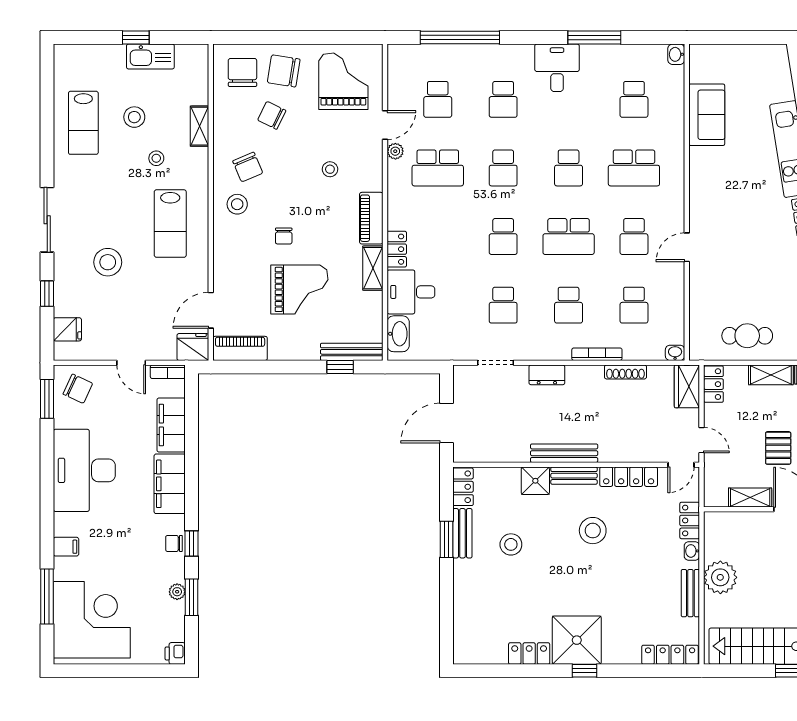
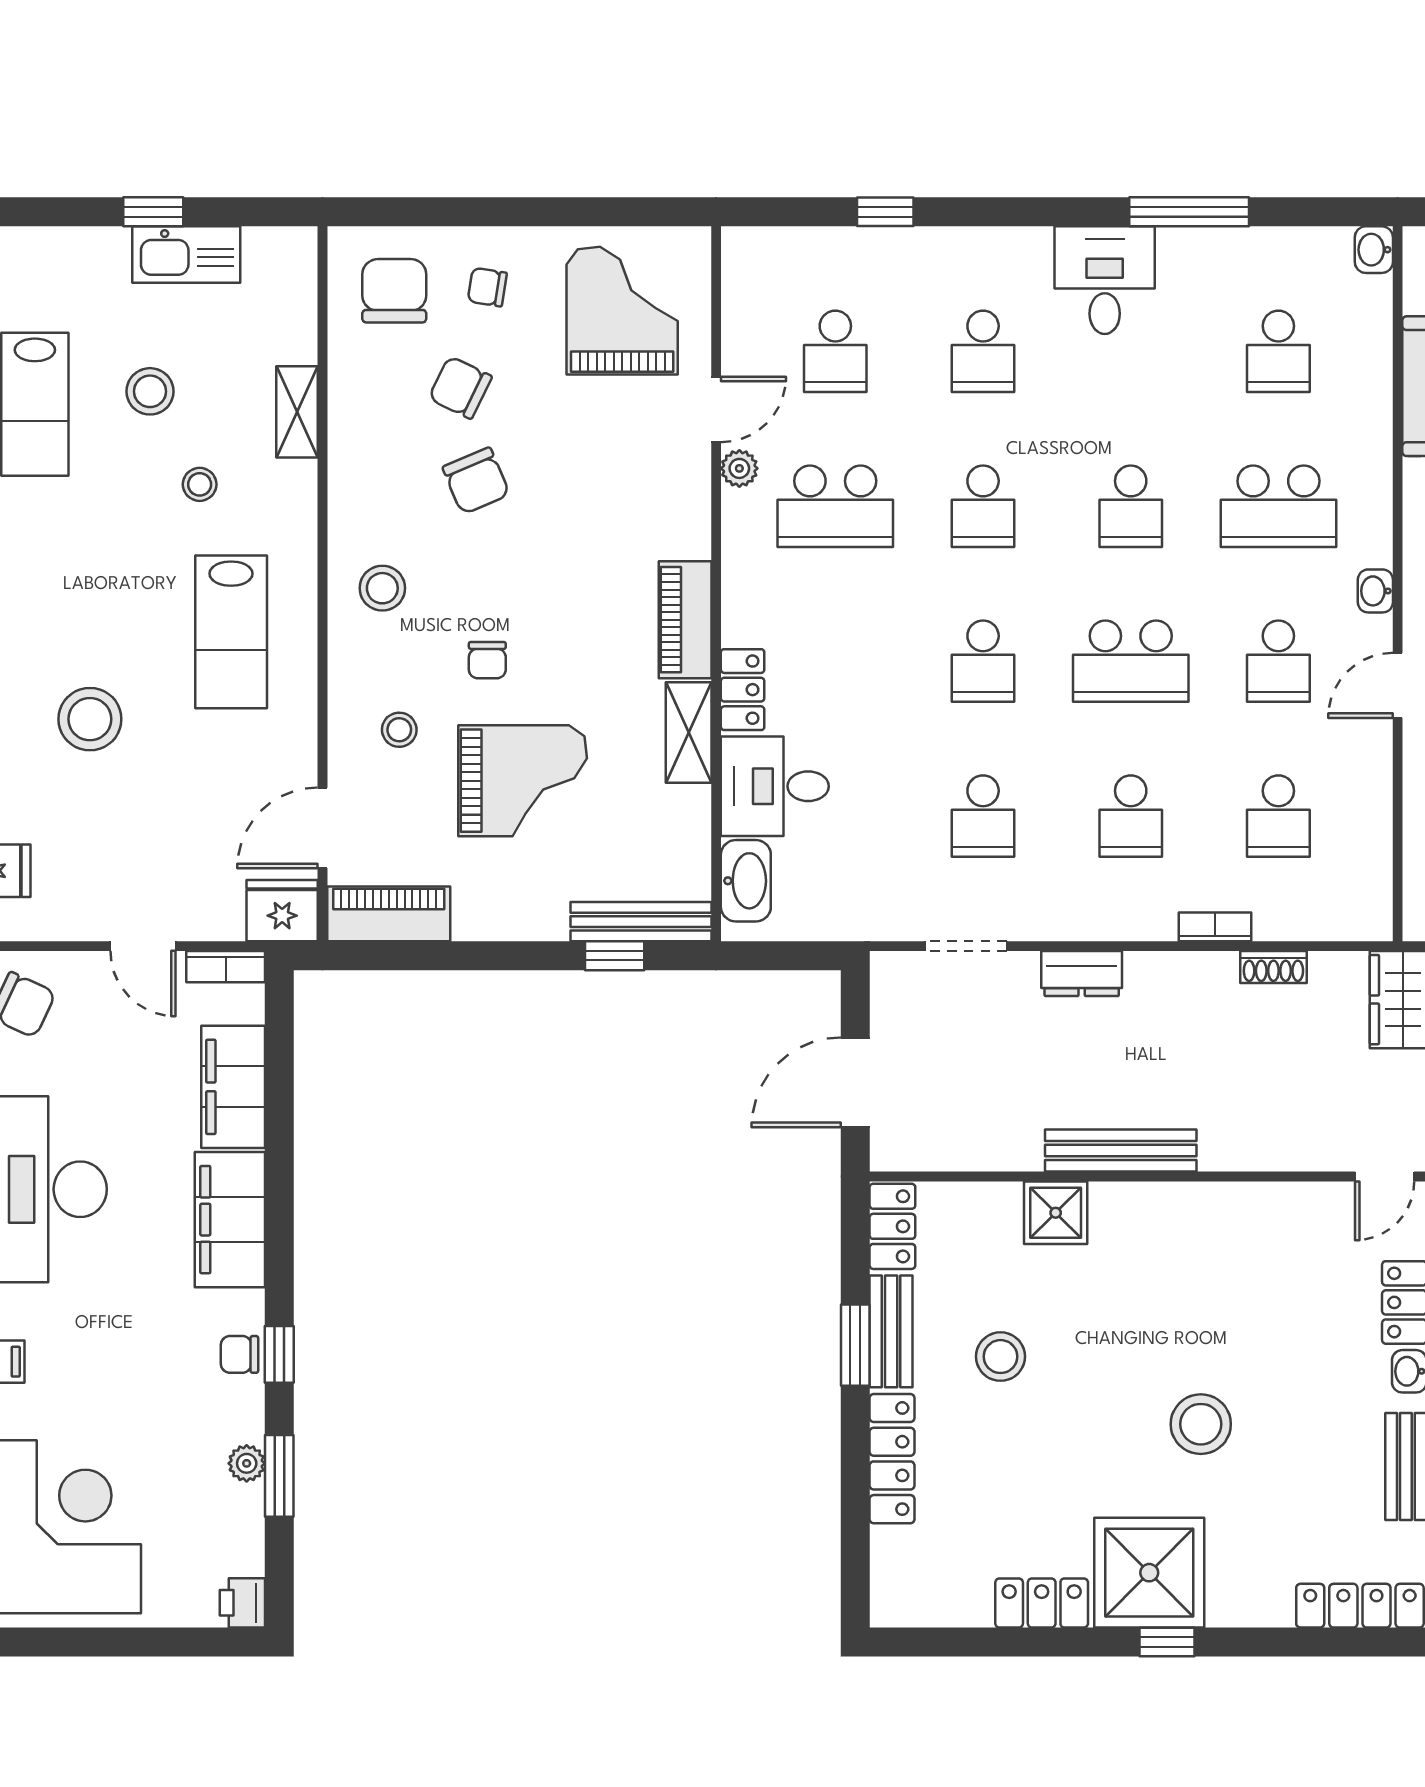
window: (460, 38) -> (885, 212), width x0.32
chair: (284, 71) -> (487, 287), width x0.54, depth x0.54
chair: (248, 167) -> (476, 481), moved
stool: (330, 169) -> (399, 730), moved
washbasin: (675, 353) -> (1375, 591), moved, turned -90
bookcase: (597, 354) -> (1215, 927), width x0.64
shoe rack: (625, 372) -> (1273, 967), width x0.70
bench: (574, 476) -> (1143, 1201), removed
locker: (629, 477) -> (892, 1459), moved, turned -90
stool: (593, 531) -> (1201, 1424), moved

